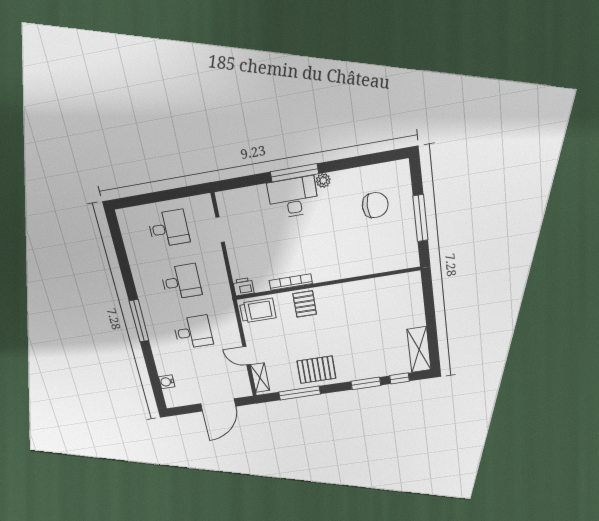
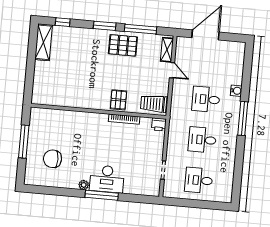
water cooler: (167, 382) -> (236, 91), moved
window: (366, 383) -> (105, 26), moved

